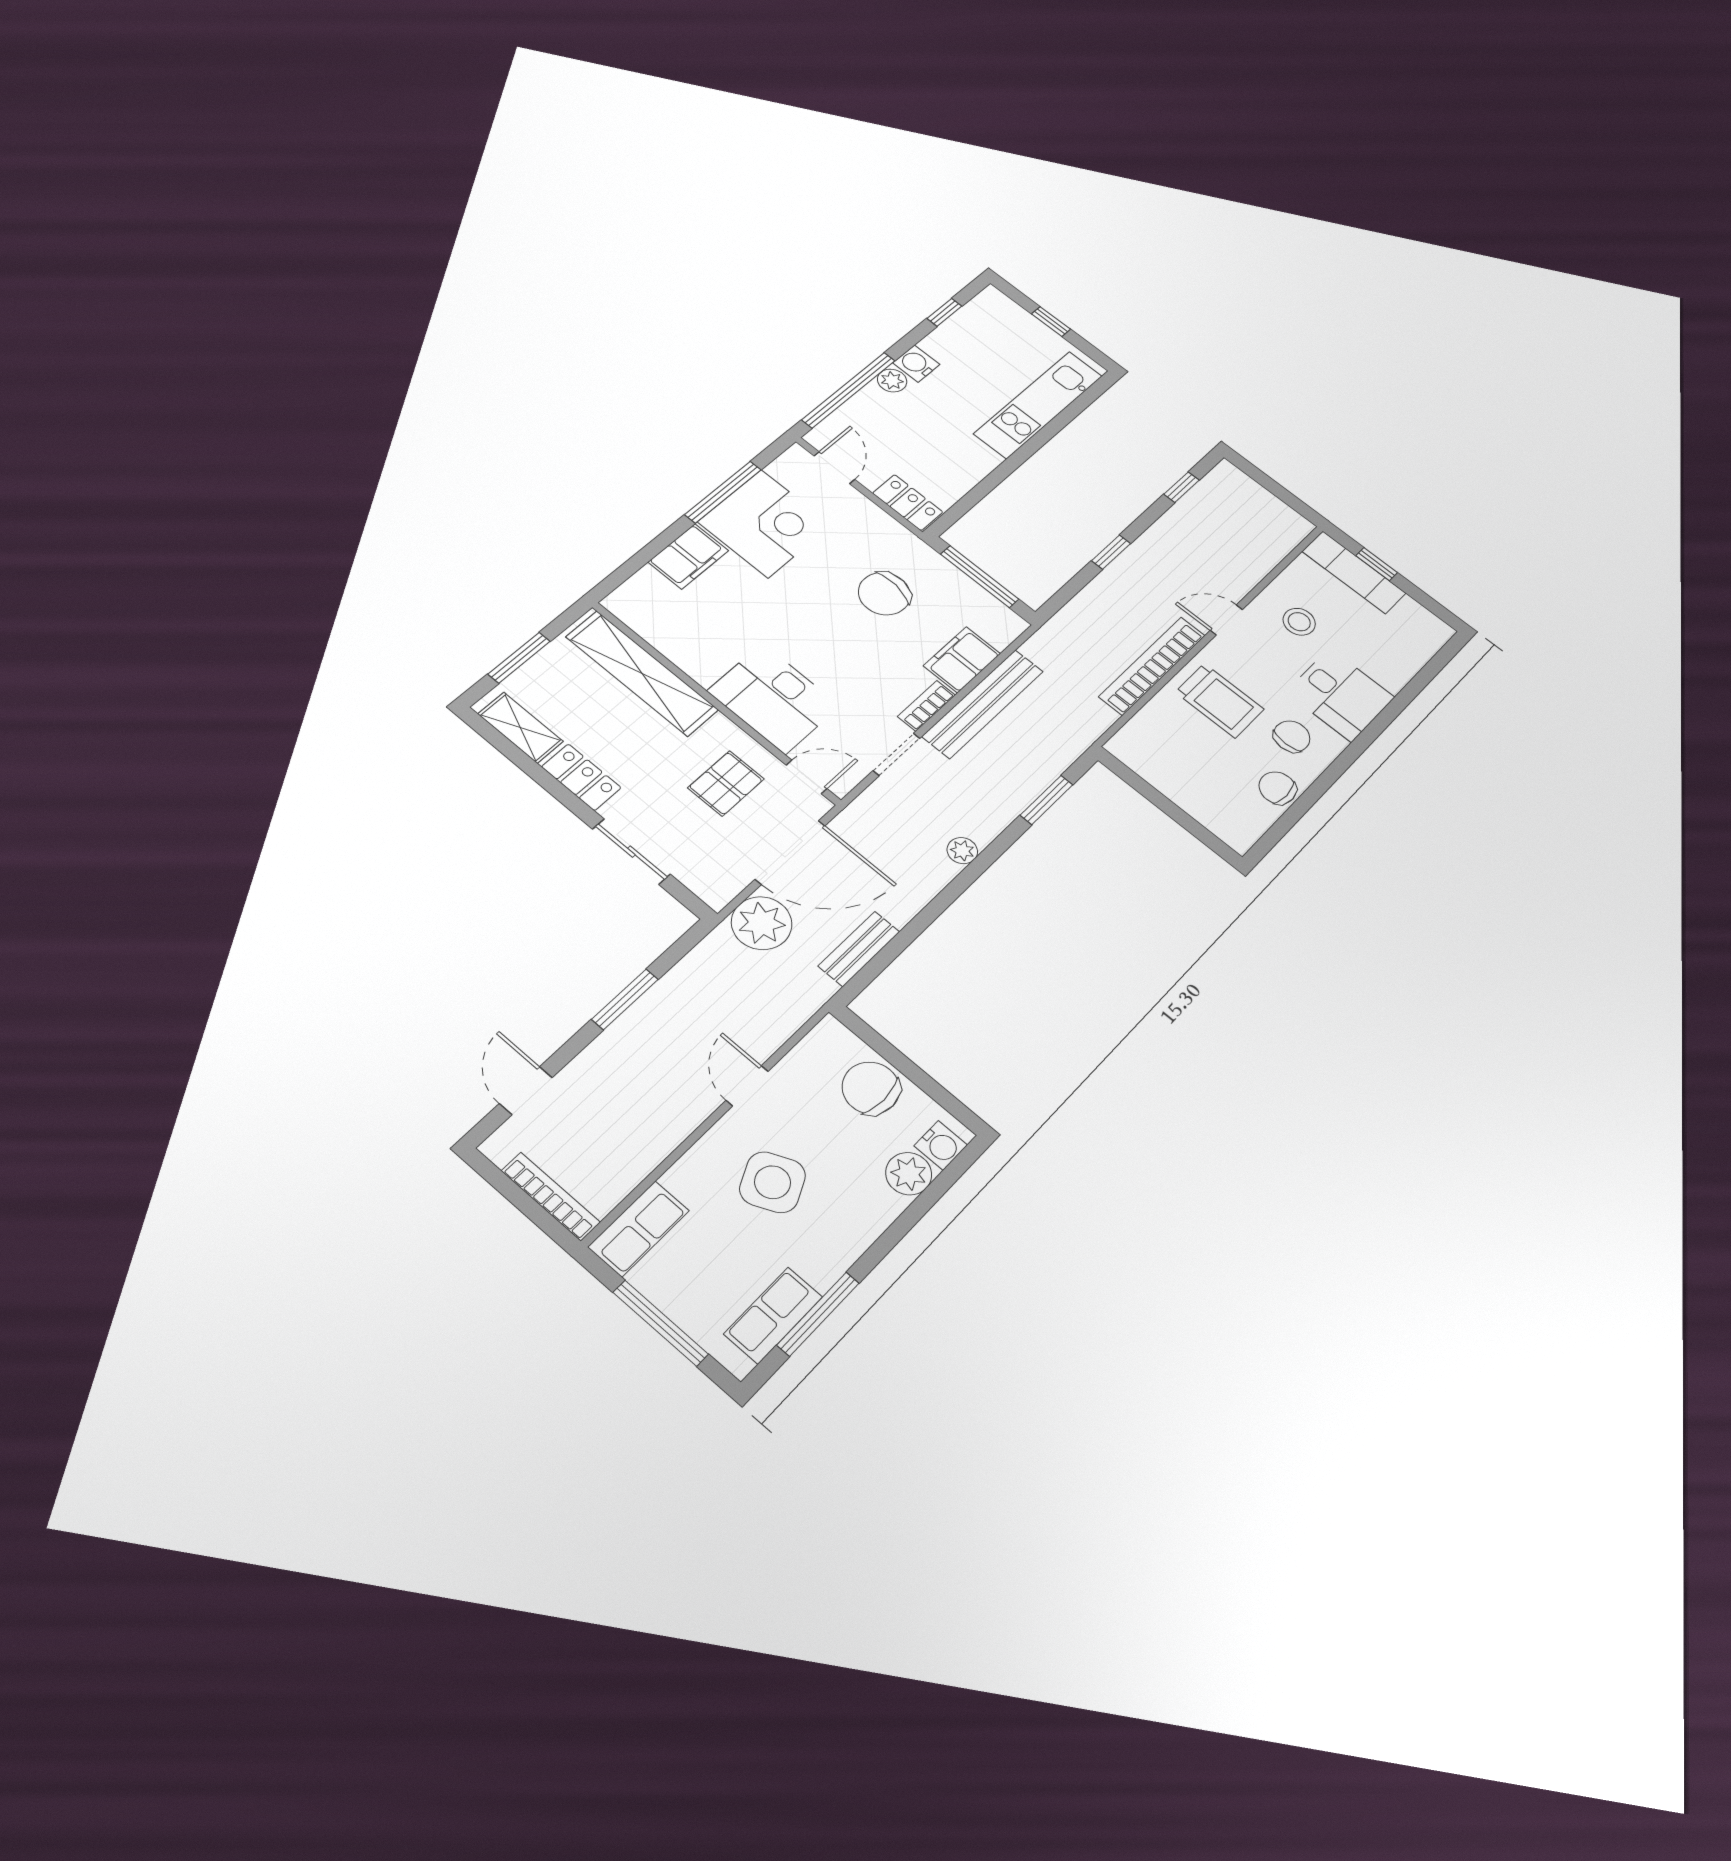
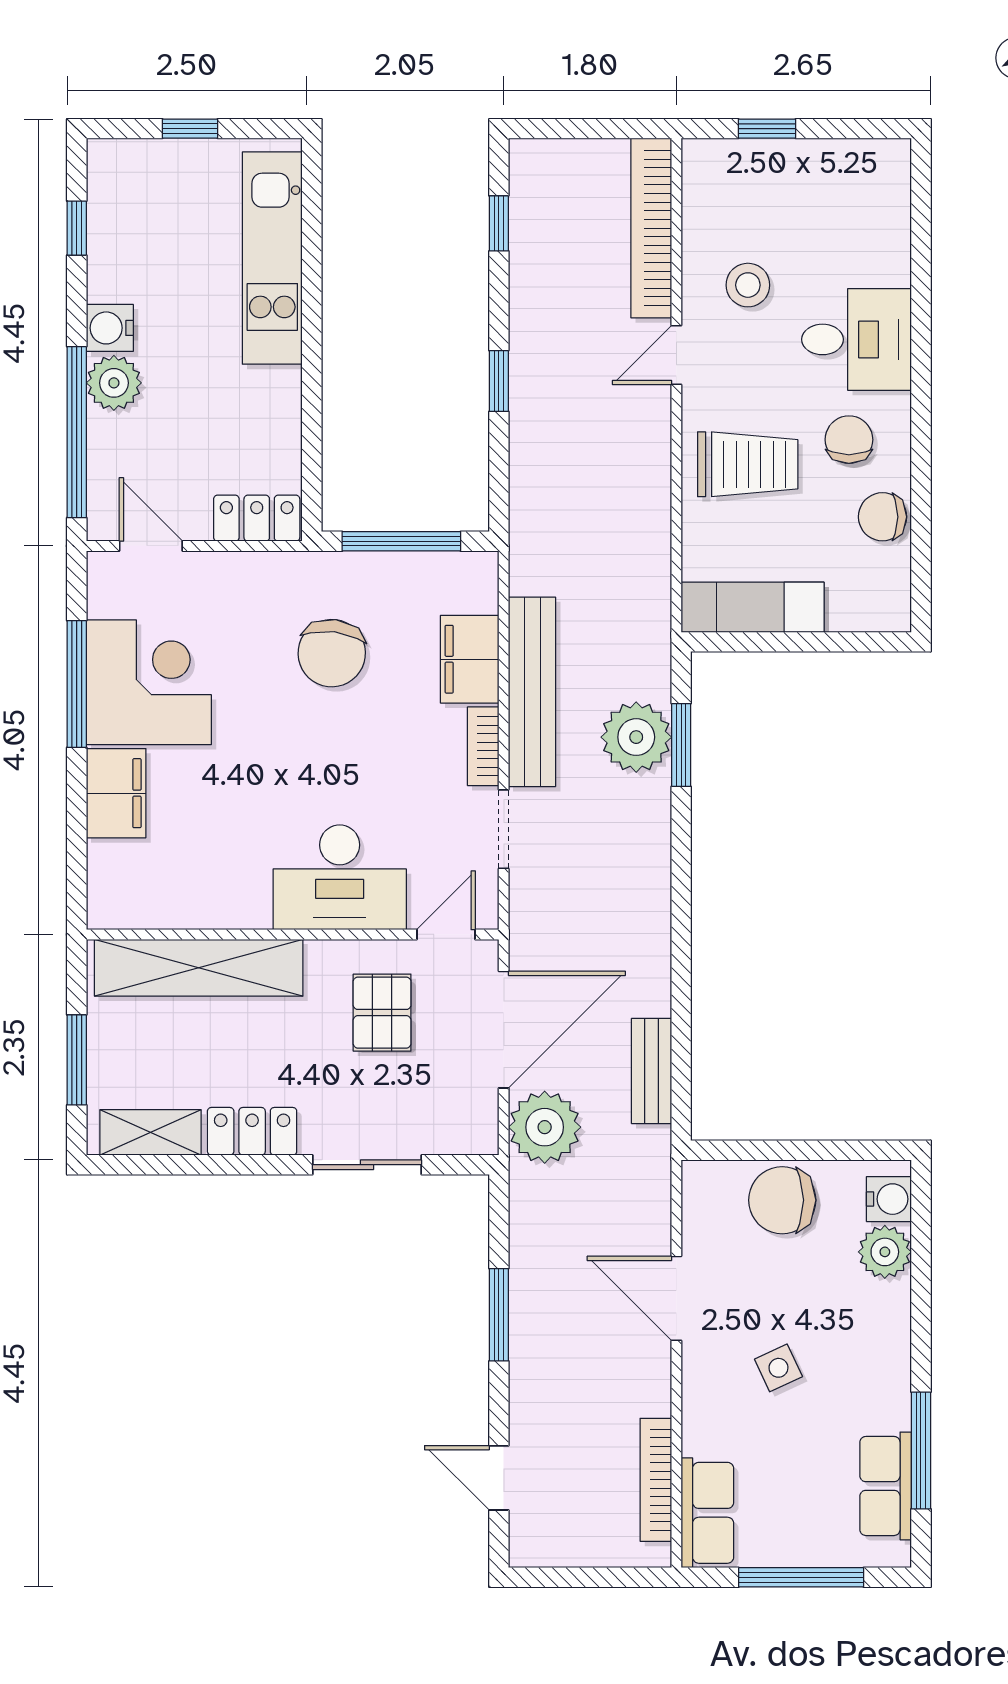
plant: (892, 380) -> (114, 383), width x1.38, depth x1.38
exam couch: (1354, 572) -> (753, 607), moved, turned 180
bookcase: (1152, 666) -> (651, 228), moved
plant: (962, 851) -> (636, 737), moved, width x1.88, depth x1.88
door: (747, 1086) -> (676, 1298), width x1.38
side table: (773, 1182) -> (778, 1368), width x0.54, depth x0.54
bookcase: (551, 1197) -> (656, 1480), moved, turned -90

